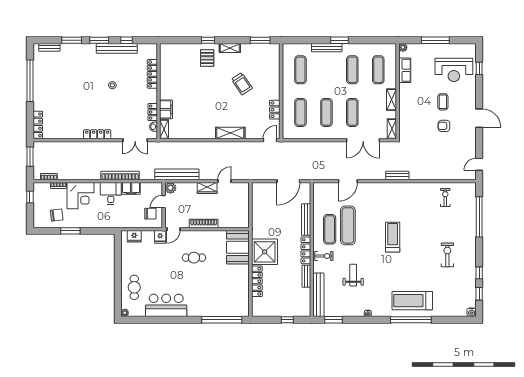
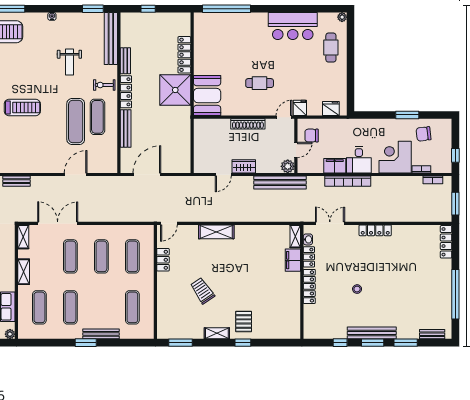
bench: (117, 48) -> (372, 333), moved
locker: (152, 74) -> (309, 286), moved
treadmill: (393, 237) -> (22, 108), turned -90

